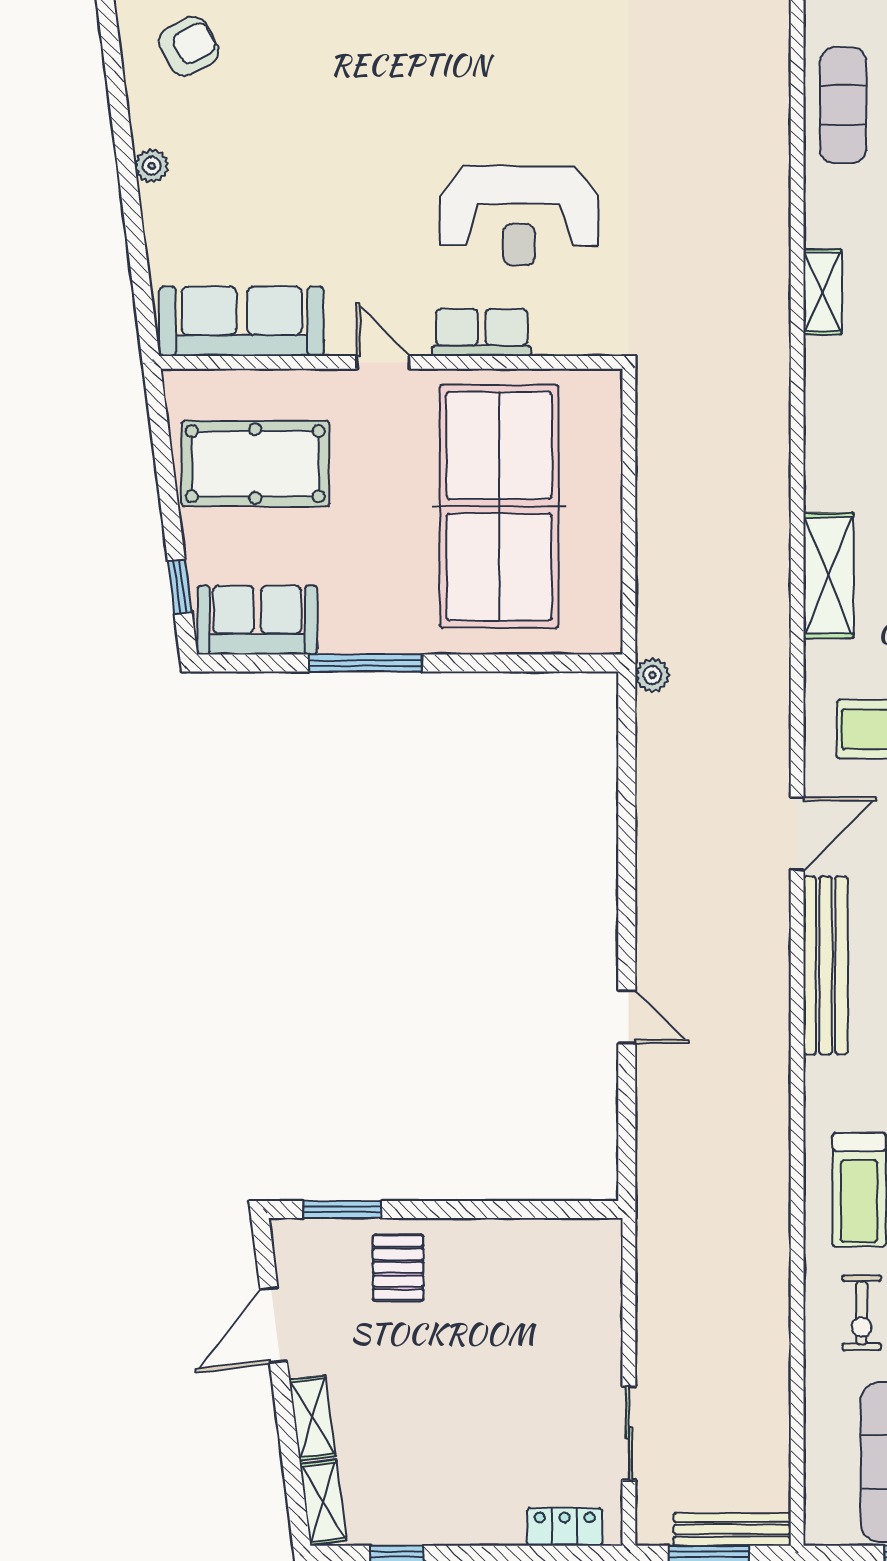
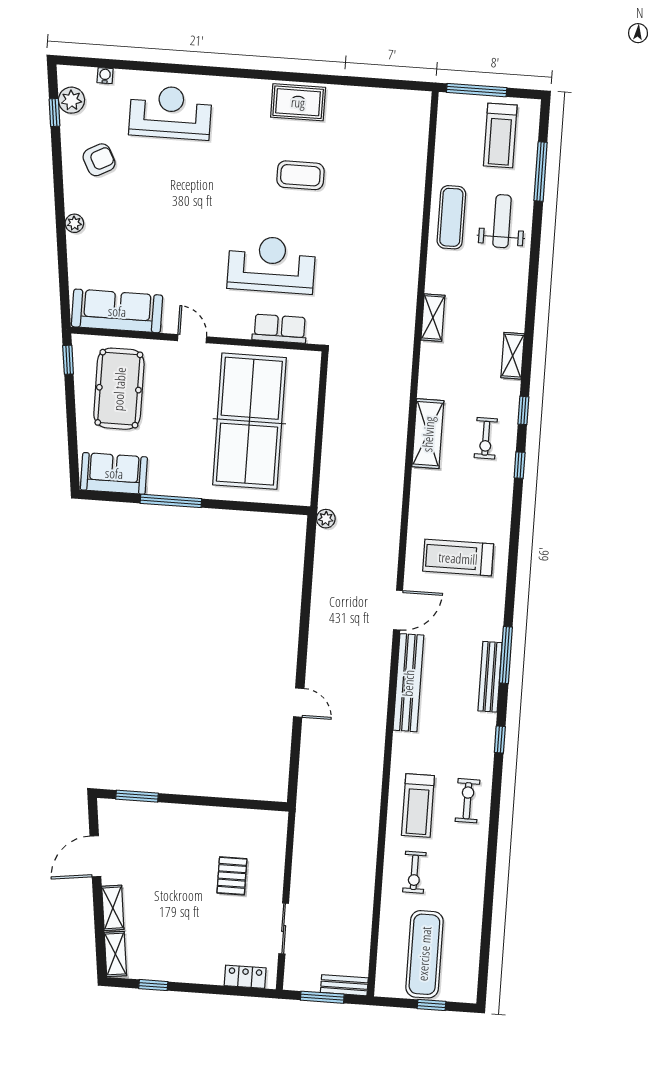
coffee table: (561, 48) -> (300, 175), added
reception desk: (519, 216) -> (271, 265), turned 180
row of seats: (482, 332) -> (280, 329), moved
pool table: (255, 464) -> (119, 389), turned 90
shelving: (828, 575) -> (428, 434), moved
window: (180, 587) -> (68, 360), moved
pallet: (398, 1268) -> (232, 876), moved
bench: (732, 1529) -> (344, 985), width x0.73

